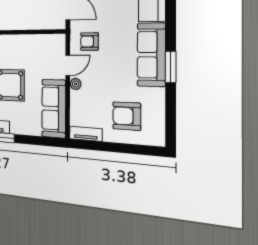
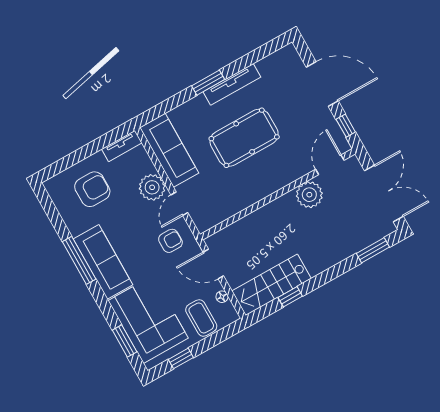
window: (171, 67) -> (79, 260), width x1.44
plant: (76, 84) -> (152, 187), width x1.88, depth x1.88

